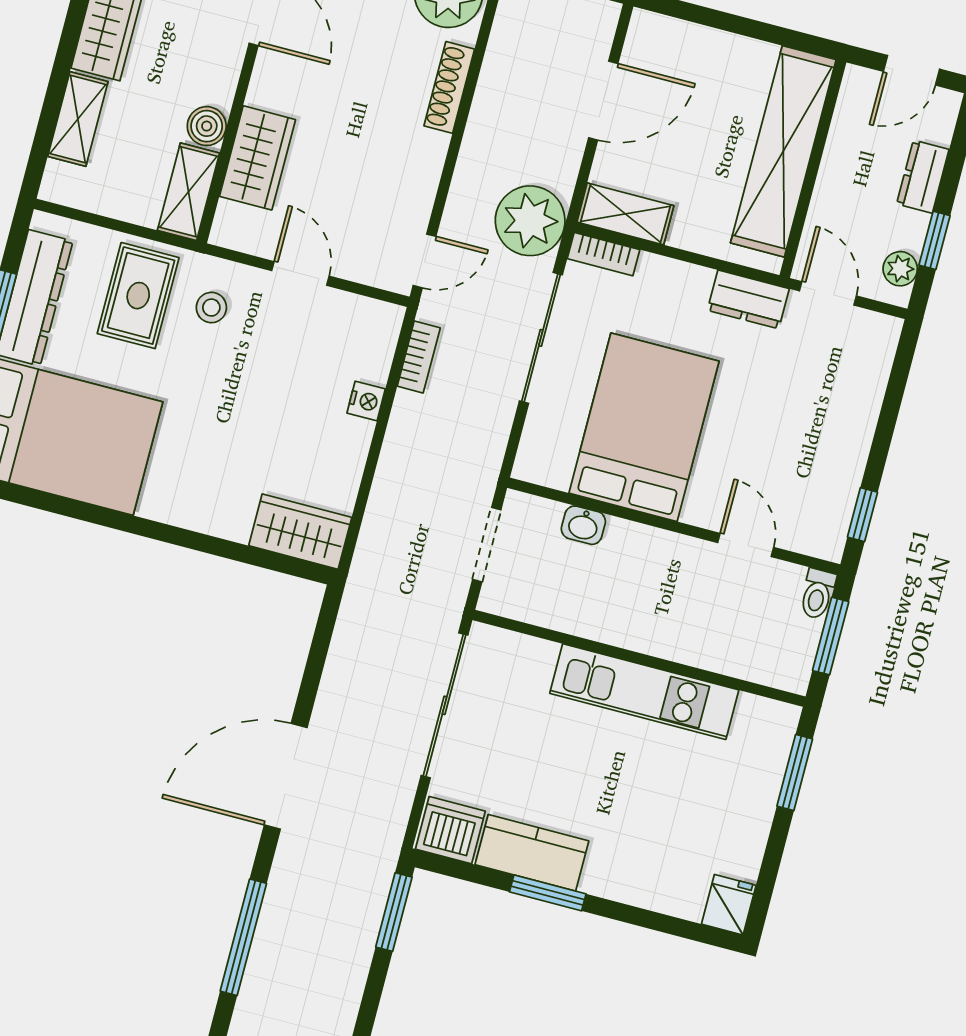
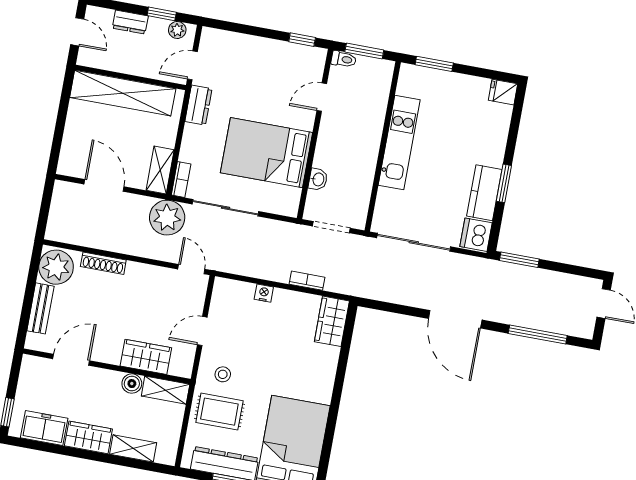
bookcase: (419, 357) -> (307, 281), moved

